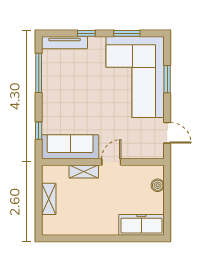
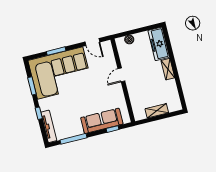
door: (167, 133) -> (92, 42), swing flipped
sofa: (70, 147) -> (102, 121), moved, turned 90
door: (111, 162) -> (121, 75), hinge flipped
shelving: (84, 171) -> (168, 69), moved

